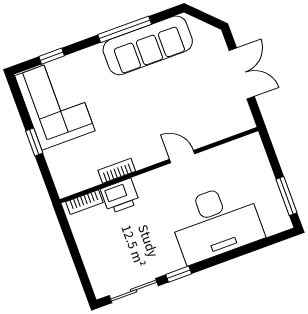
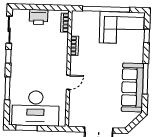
window: (34, 142) -> (106, 9), width x3.17
printer: (120, 196) -> (39, 17), moved, turned -90
desk: (216, 222) -> (36, 108), moved, turned -90
window: (233, 254) -> (7, 88), added

